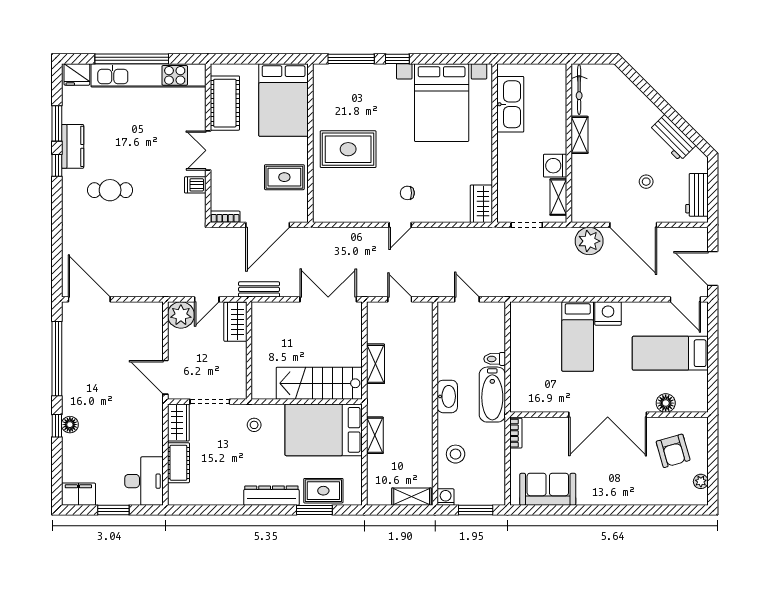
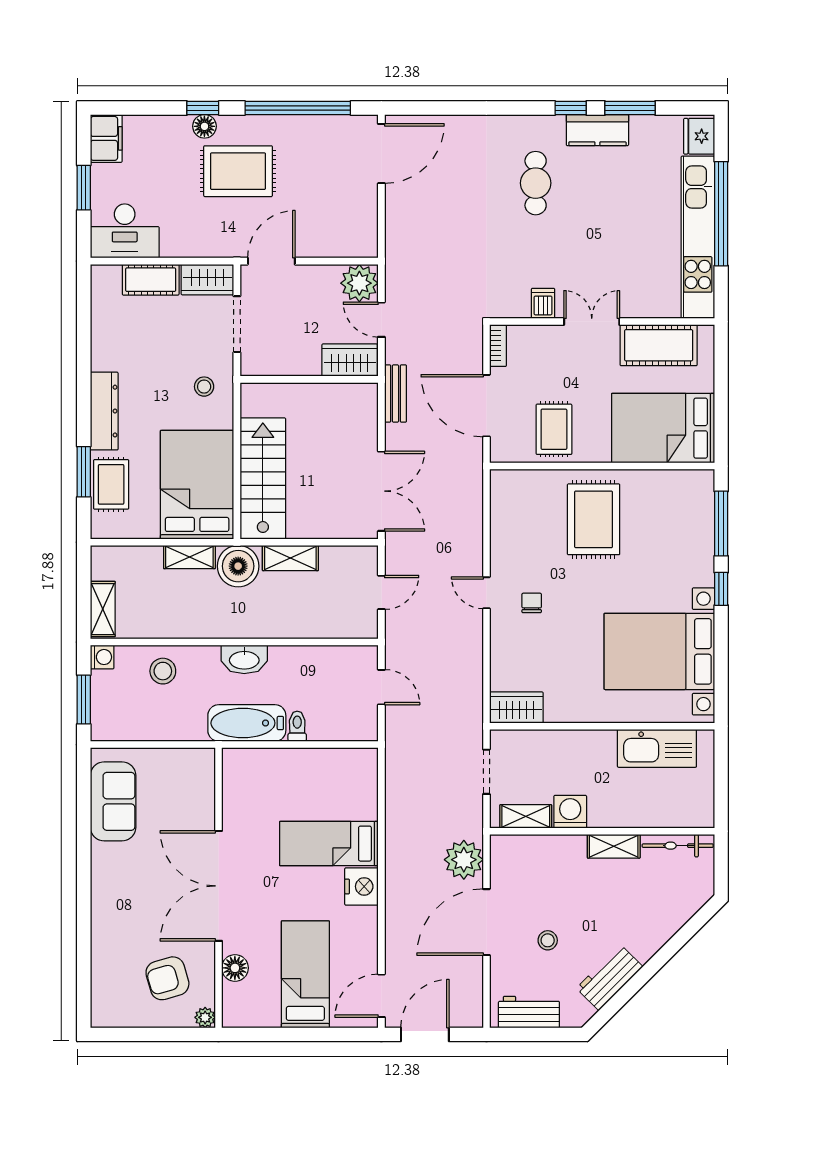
door: (467, 299) -> (381, 687), hinge flipped
rug: (102, 401) -> (238, 171), added
boiler: (381, 401) -> (238, 566), added
bookcase: (516, 433) -> (192, 756), removed
plant: (701, 481) -> (205, 1017), moved

